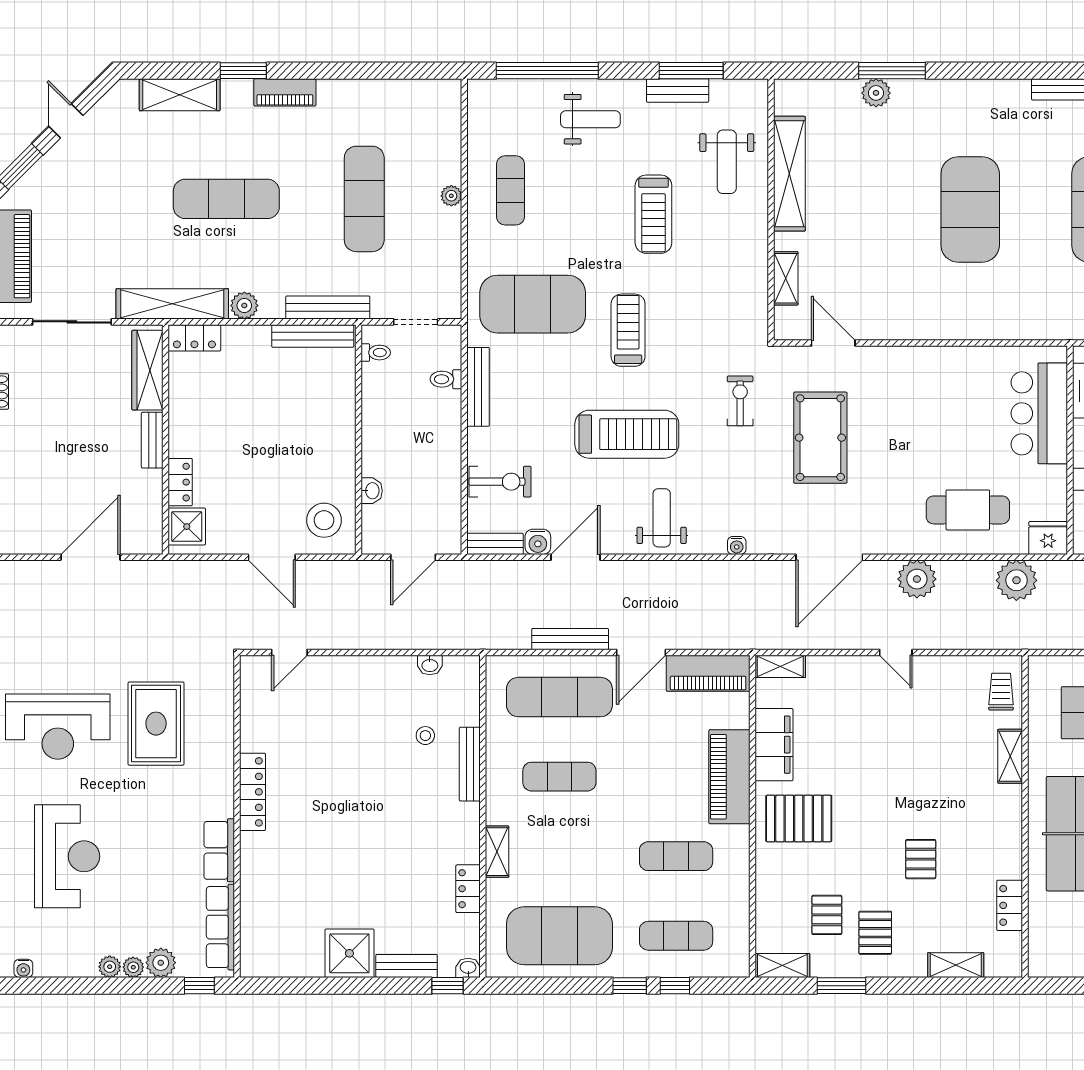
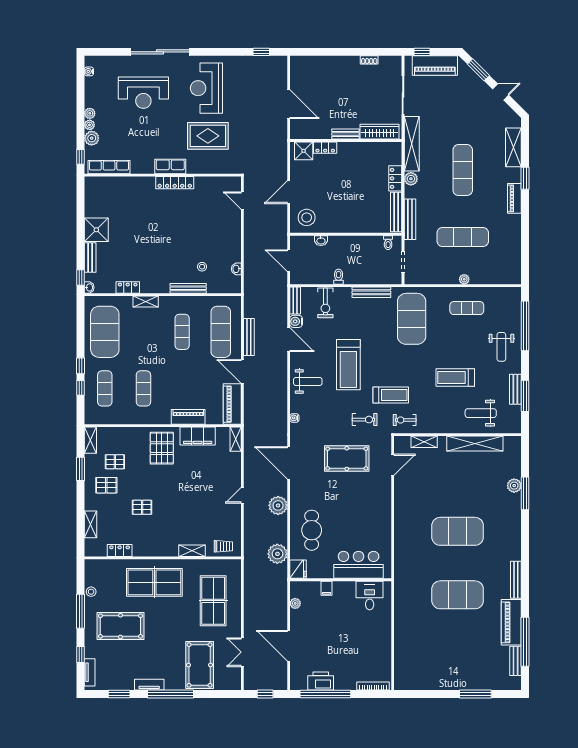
exercise bike: (741, 318) -> (405, 420), added
treadmill: (628, 330) -> (391, 395), moved
locker: (194, 338) -> (395, 178), moved
toilet: (446, 379) -> (339, 277), moved
piano: (729, 777) -> (188, 417), width x0.73, depth x0.75
row of seats: (219, 850) -> (170, 167), moved

